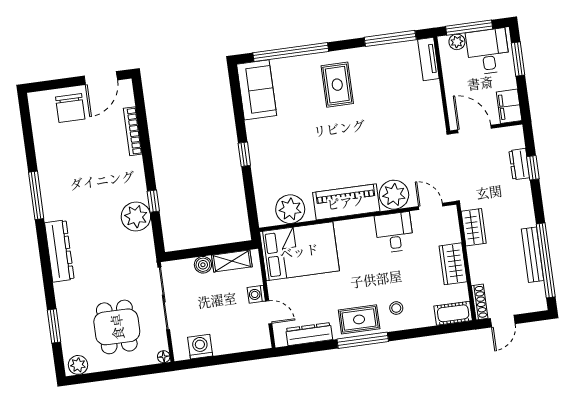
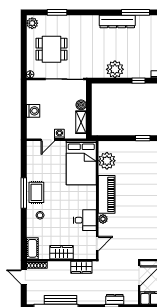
plant: (394, 195) -> (103, 219), width x0.53, depth x0.53
window: (153, 201) -> (139, 81), moved
dresser: (59, 251) -> (117, 21), moved
dresser: (309, 334) -> (32, 162), removed
washing machine: (200, 347) -> (33, 111), moved

